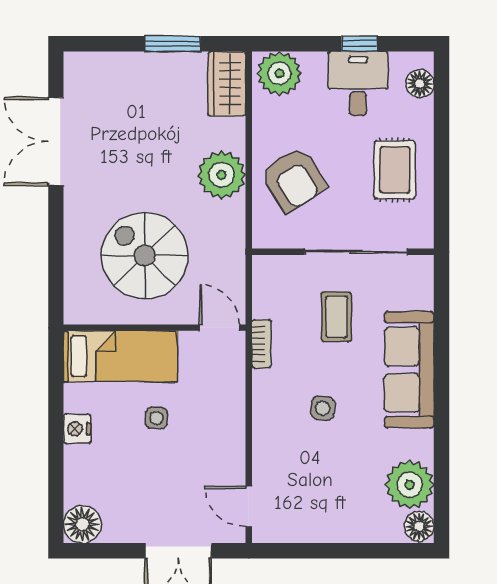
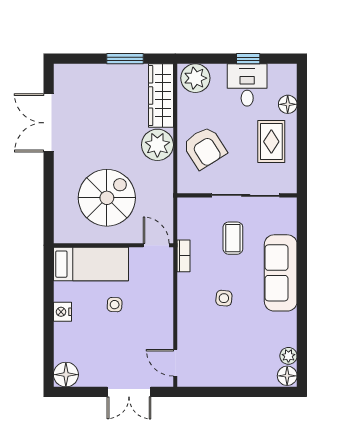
wardrobe: (227, 84) -> (161, 96), width x1.50
floor lamp: (420, 84) -> (288, 104), moved
spiral stairs: (145, 255) -> (107, 198), turned 90
plant: (410, 485) -> (288, 356), width x0.53, depth x0.53

